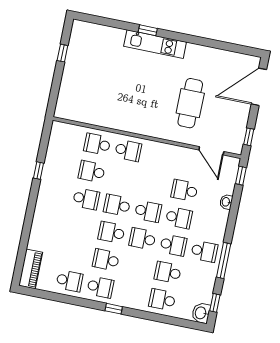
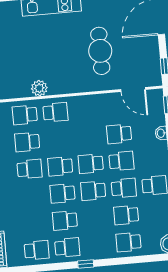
plant: (119, 122) -> (39, 88), added
school desk: (148, 211) -> (91, 164), turned 180

